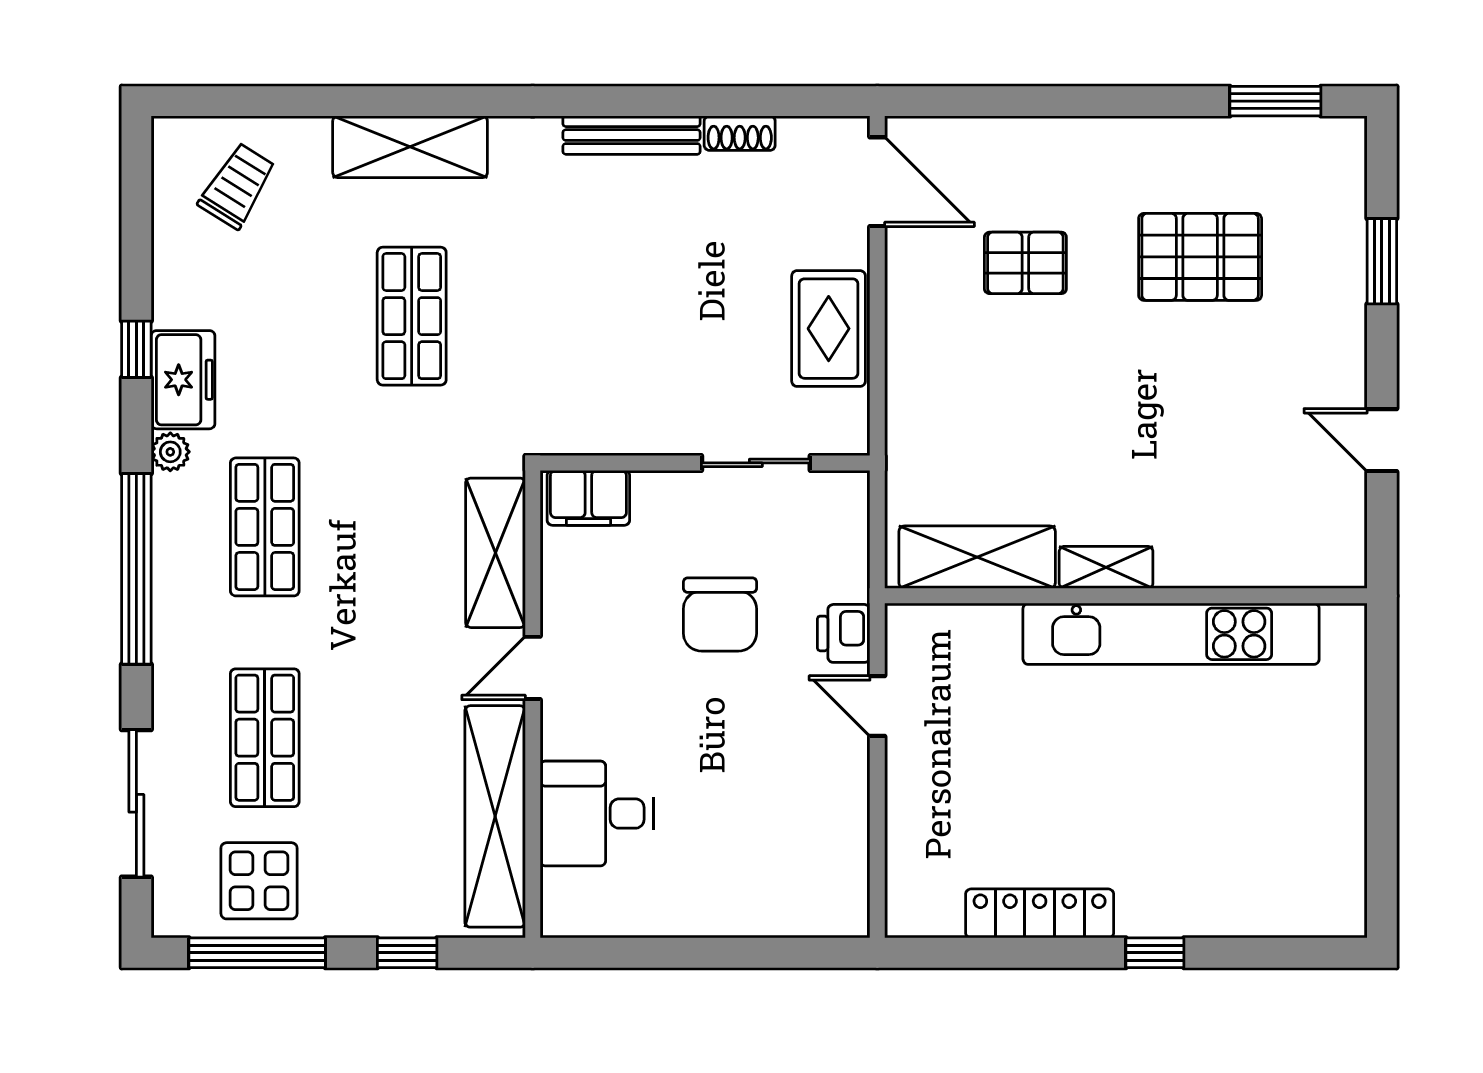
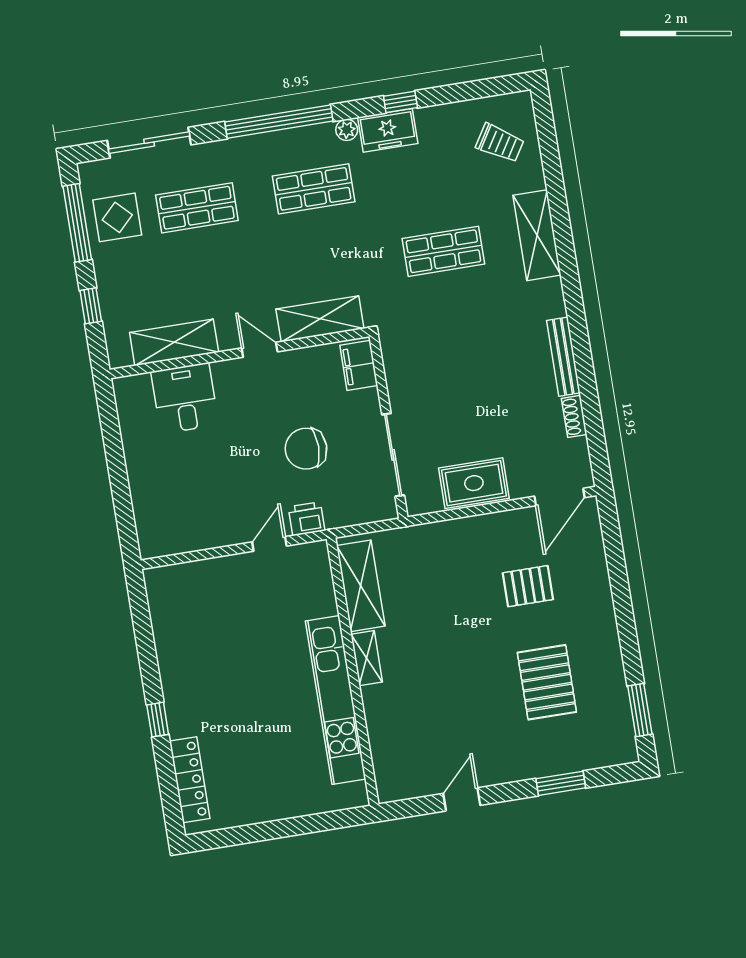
pallet: (1025, 263) -> (528, 586), turned 90
sliding door: (756, 463) -> (393, 455), width x1.37
shelving: (495, 816) -> (174, 342), width x0.68
locker: (1040, 913) -> (190, 780), moved

